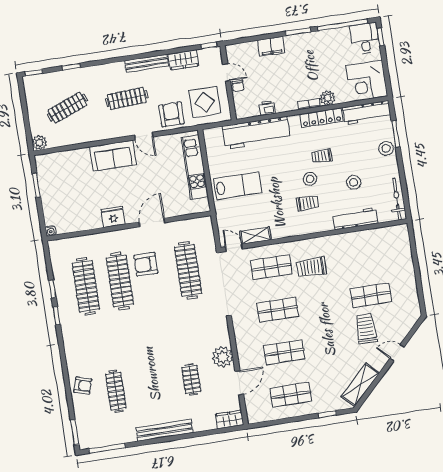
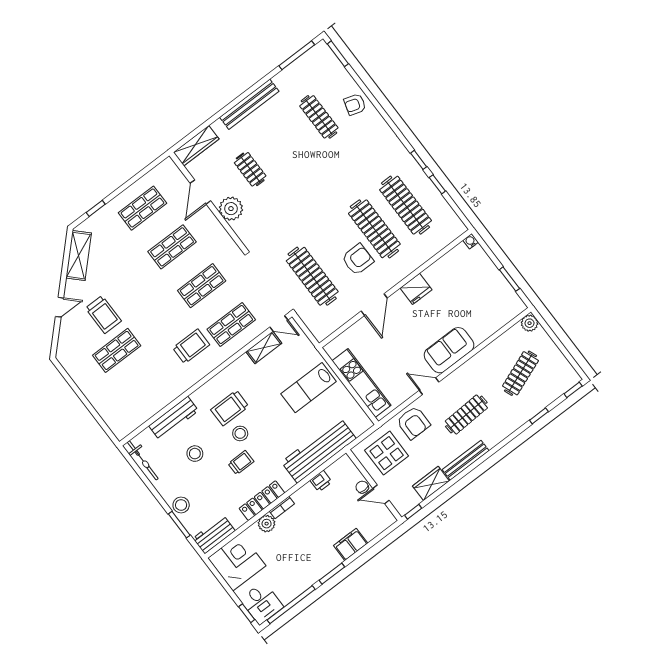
workbench: (367, 113) -> (214, 535), width x0.73
trolley: (307, 203) -> (230, 408), width x1.36, depth x1.39
wardrobe: (230, 419) -> (196, 146), width x1.50

